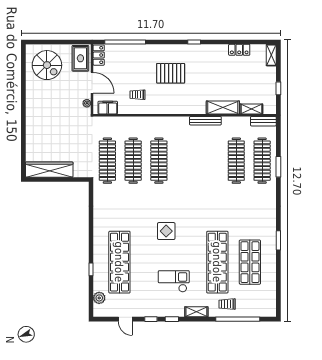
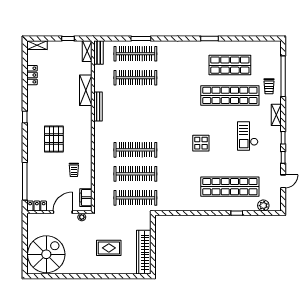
rug: (80, 58) -> (109, 248), moved
spiral stairs: (47, 65) -> (46, 254), width x1.37, depth x1.37
shelving: (251, 109) -> (87, 51), moved

